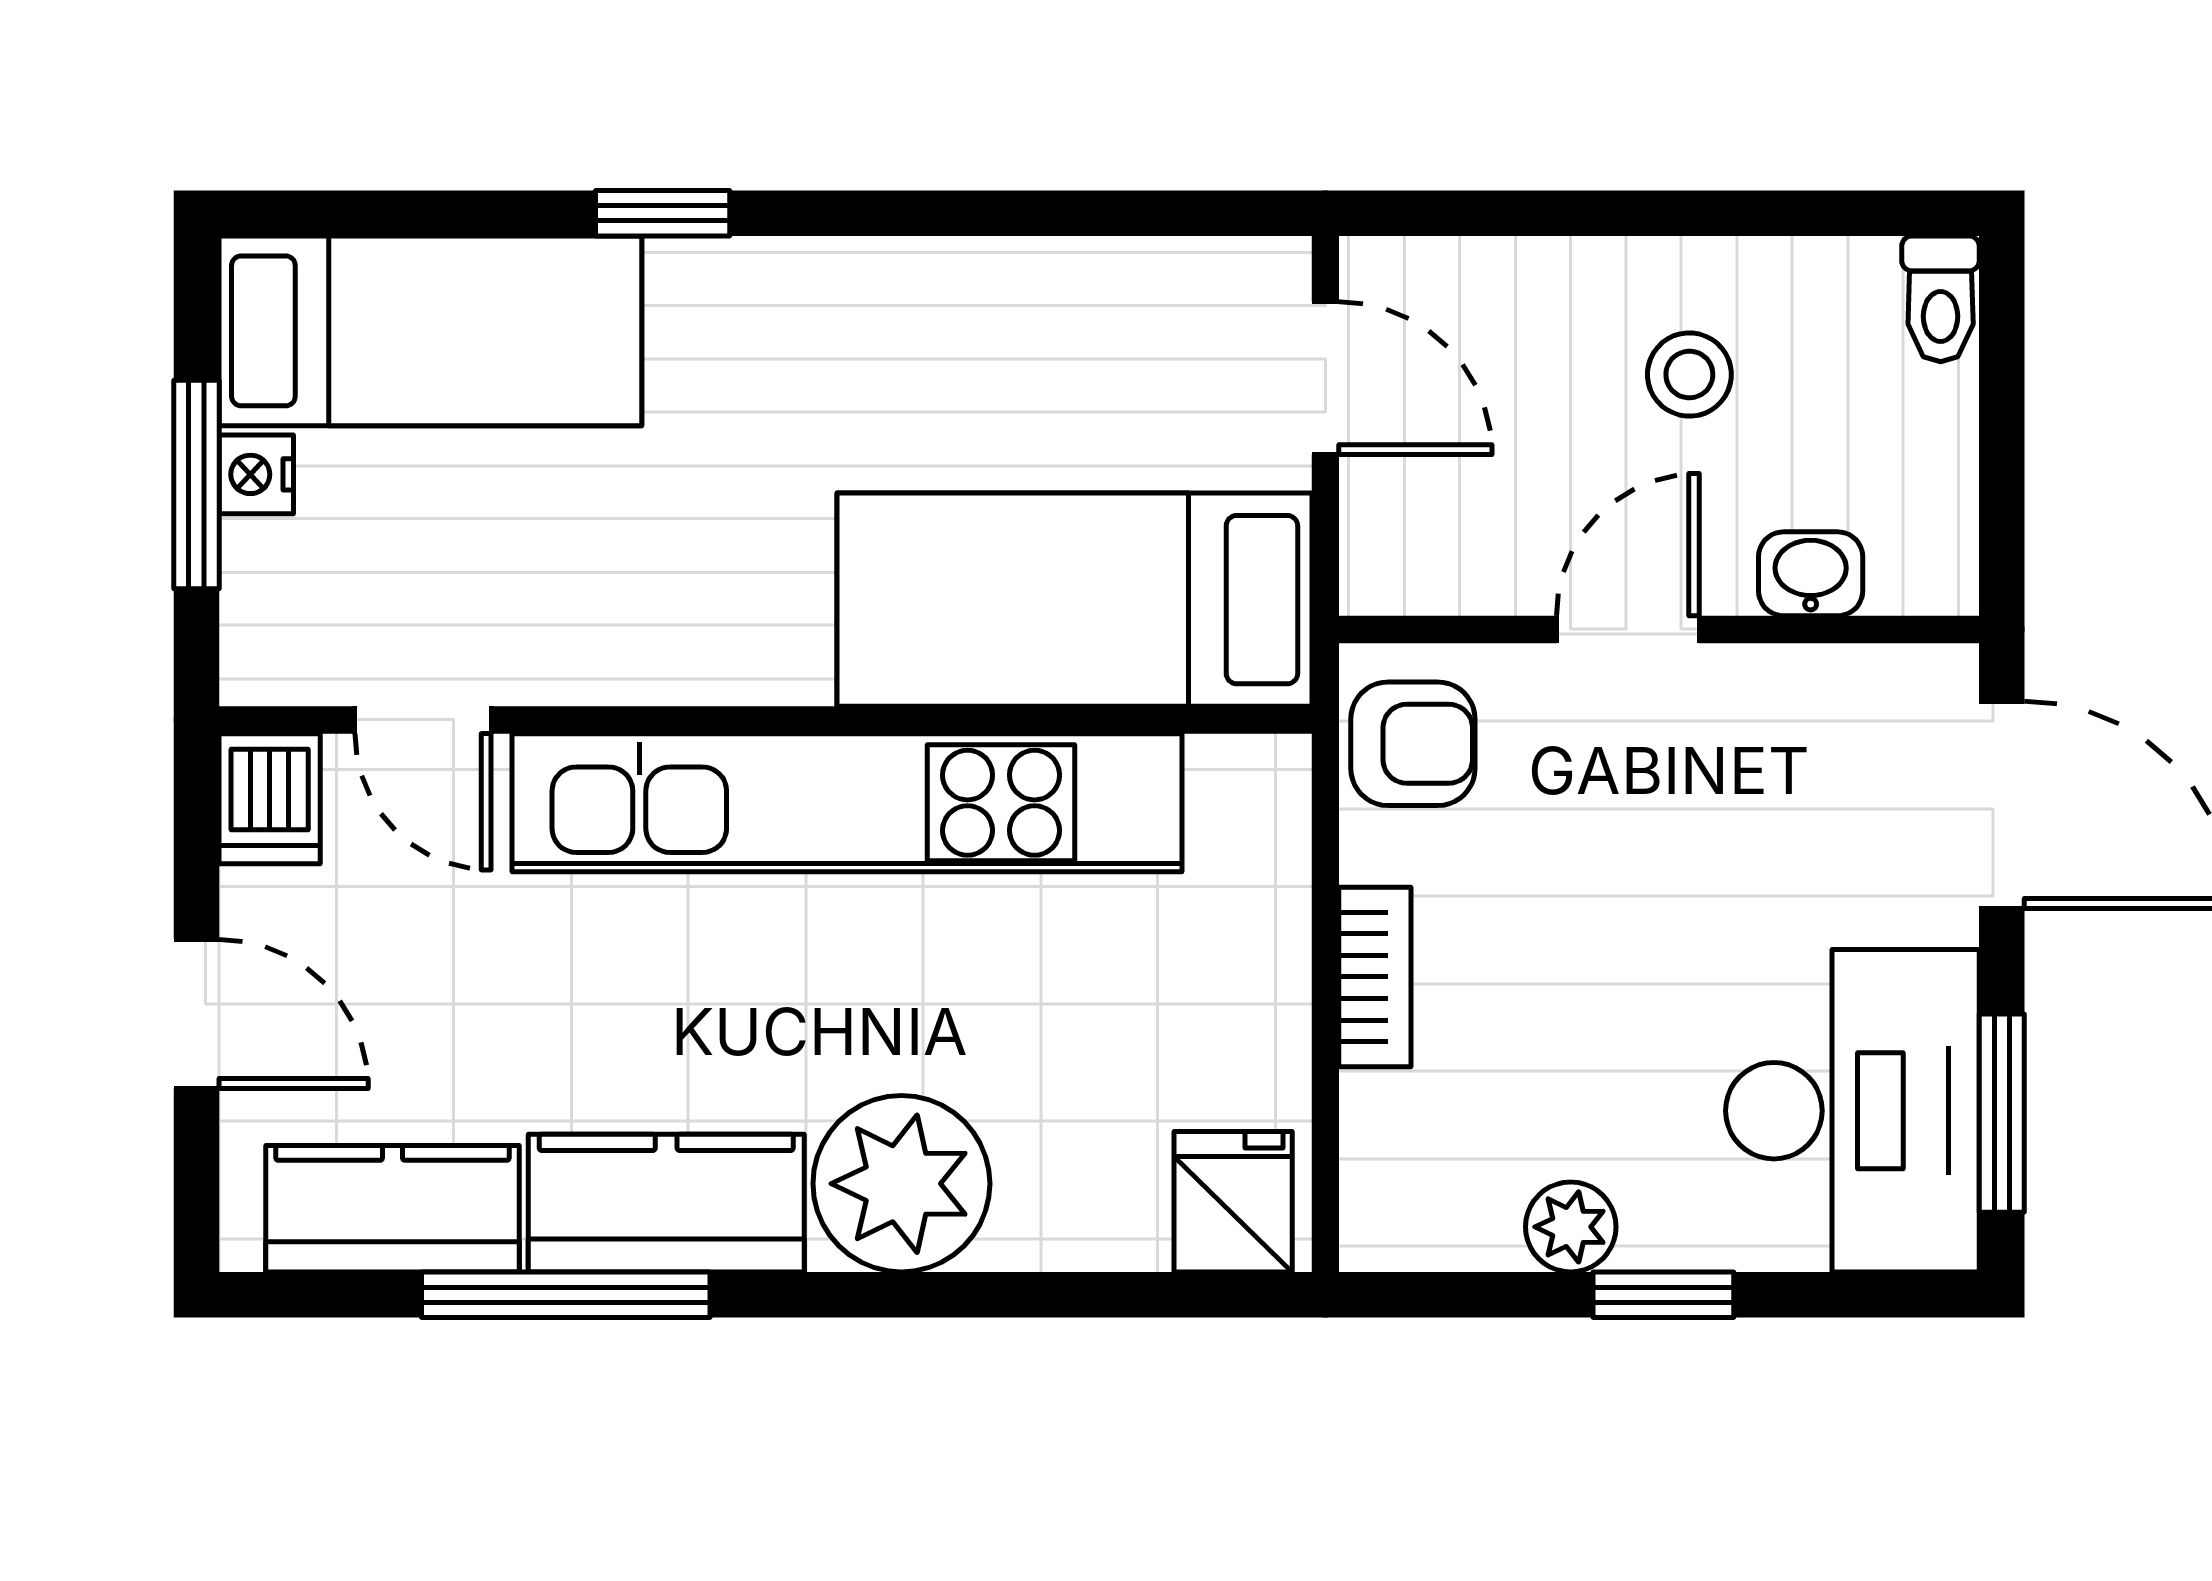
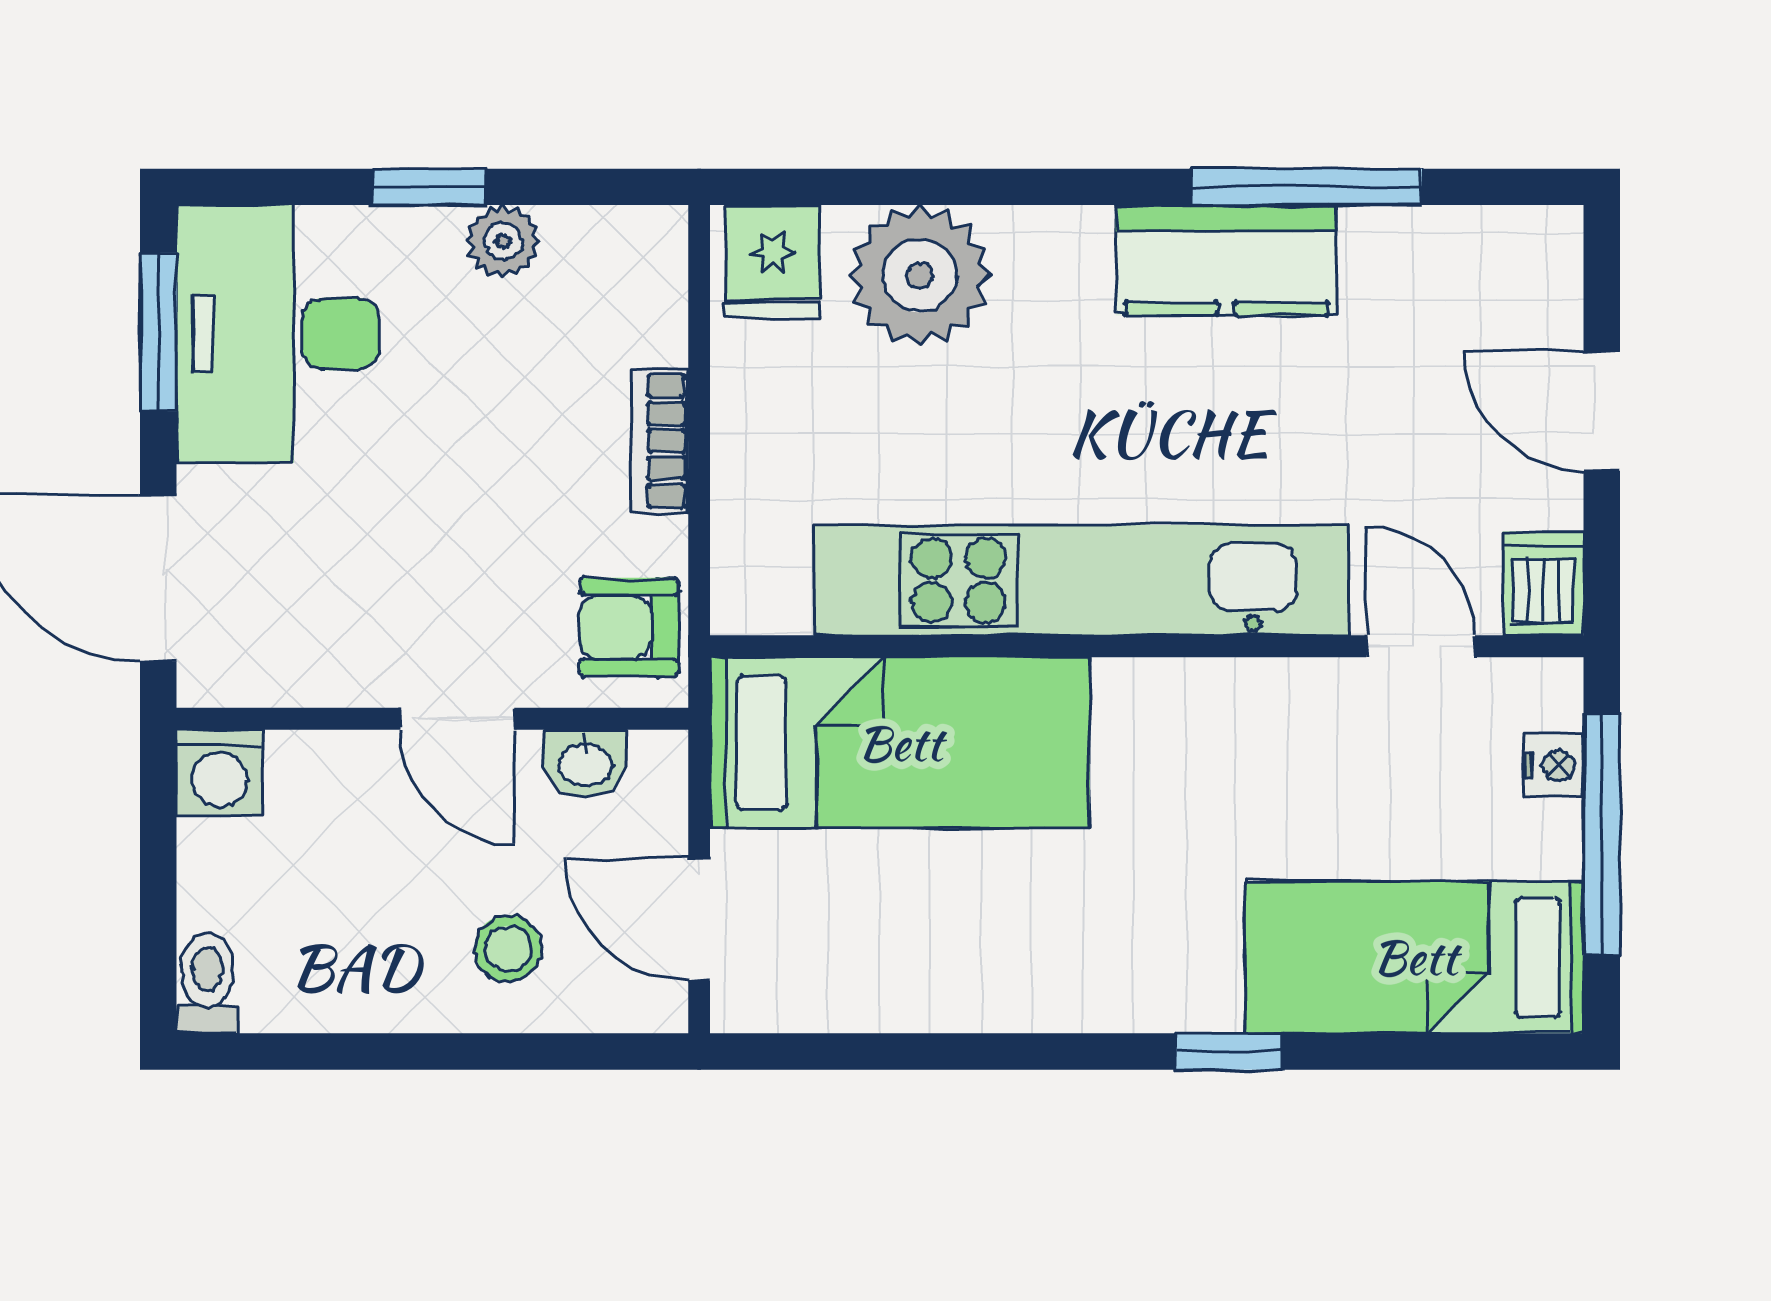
stool: (1689, 375) -> (508, 949), moved
nightstand: (256, 474) -> (1554, 765), moved
window: (196, 484) -> (1602, 835), width x1.44
washing machine: (1925, 562) -> (219, 773), added
washbasin: (1811, 574) -> (586, 763), moved
door: (1628, 629) -> (457, 719), hinge flipped
plant: (901, 1184) -> (919, 276), moved
kitchen counter: (392, 1209) -> (1445, 256), removed

